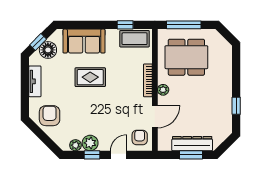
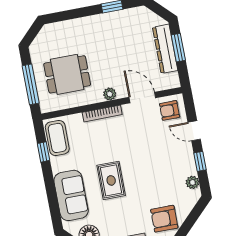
dining table: (186, 57) -> (67, 74), width x0.73
plant: (90, 143) -> (187, 166), removed

